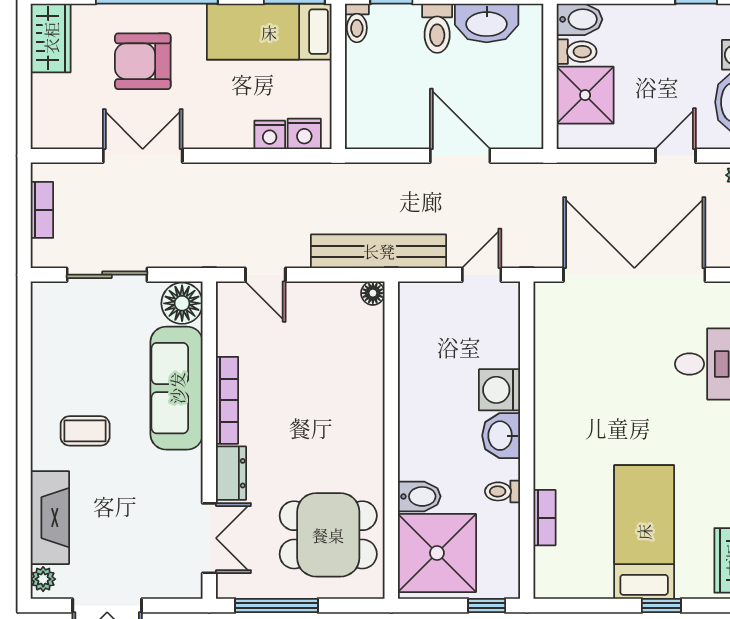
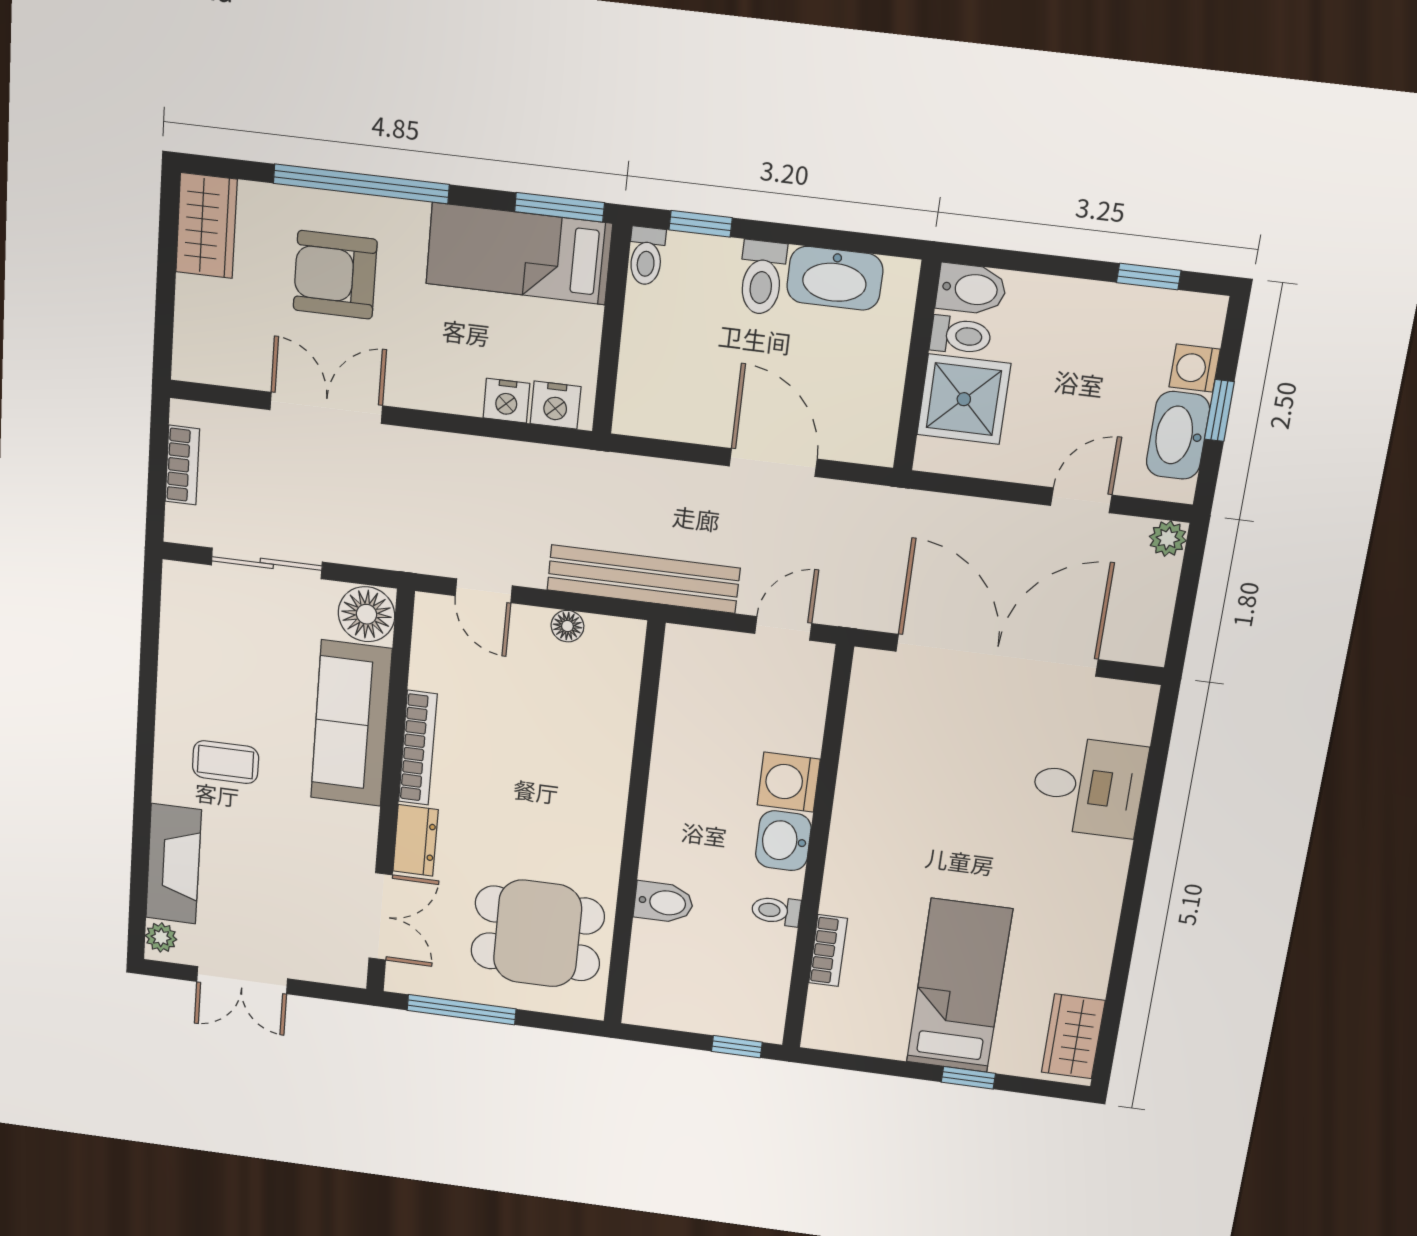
floor lamp: (373, 293) -> (567, 626), moved
shower: (437, 553) -> (679, 975), removed

